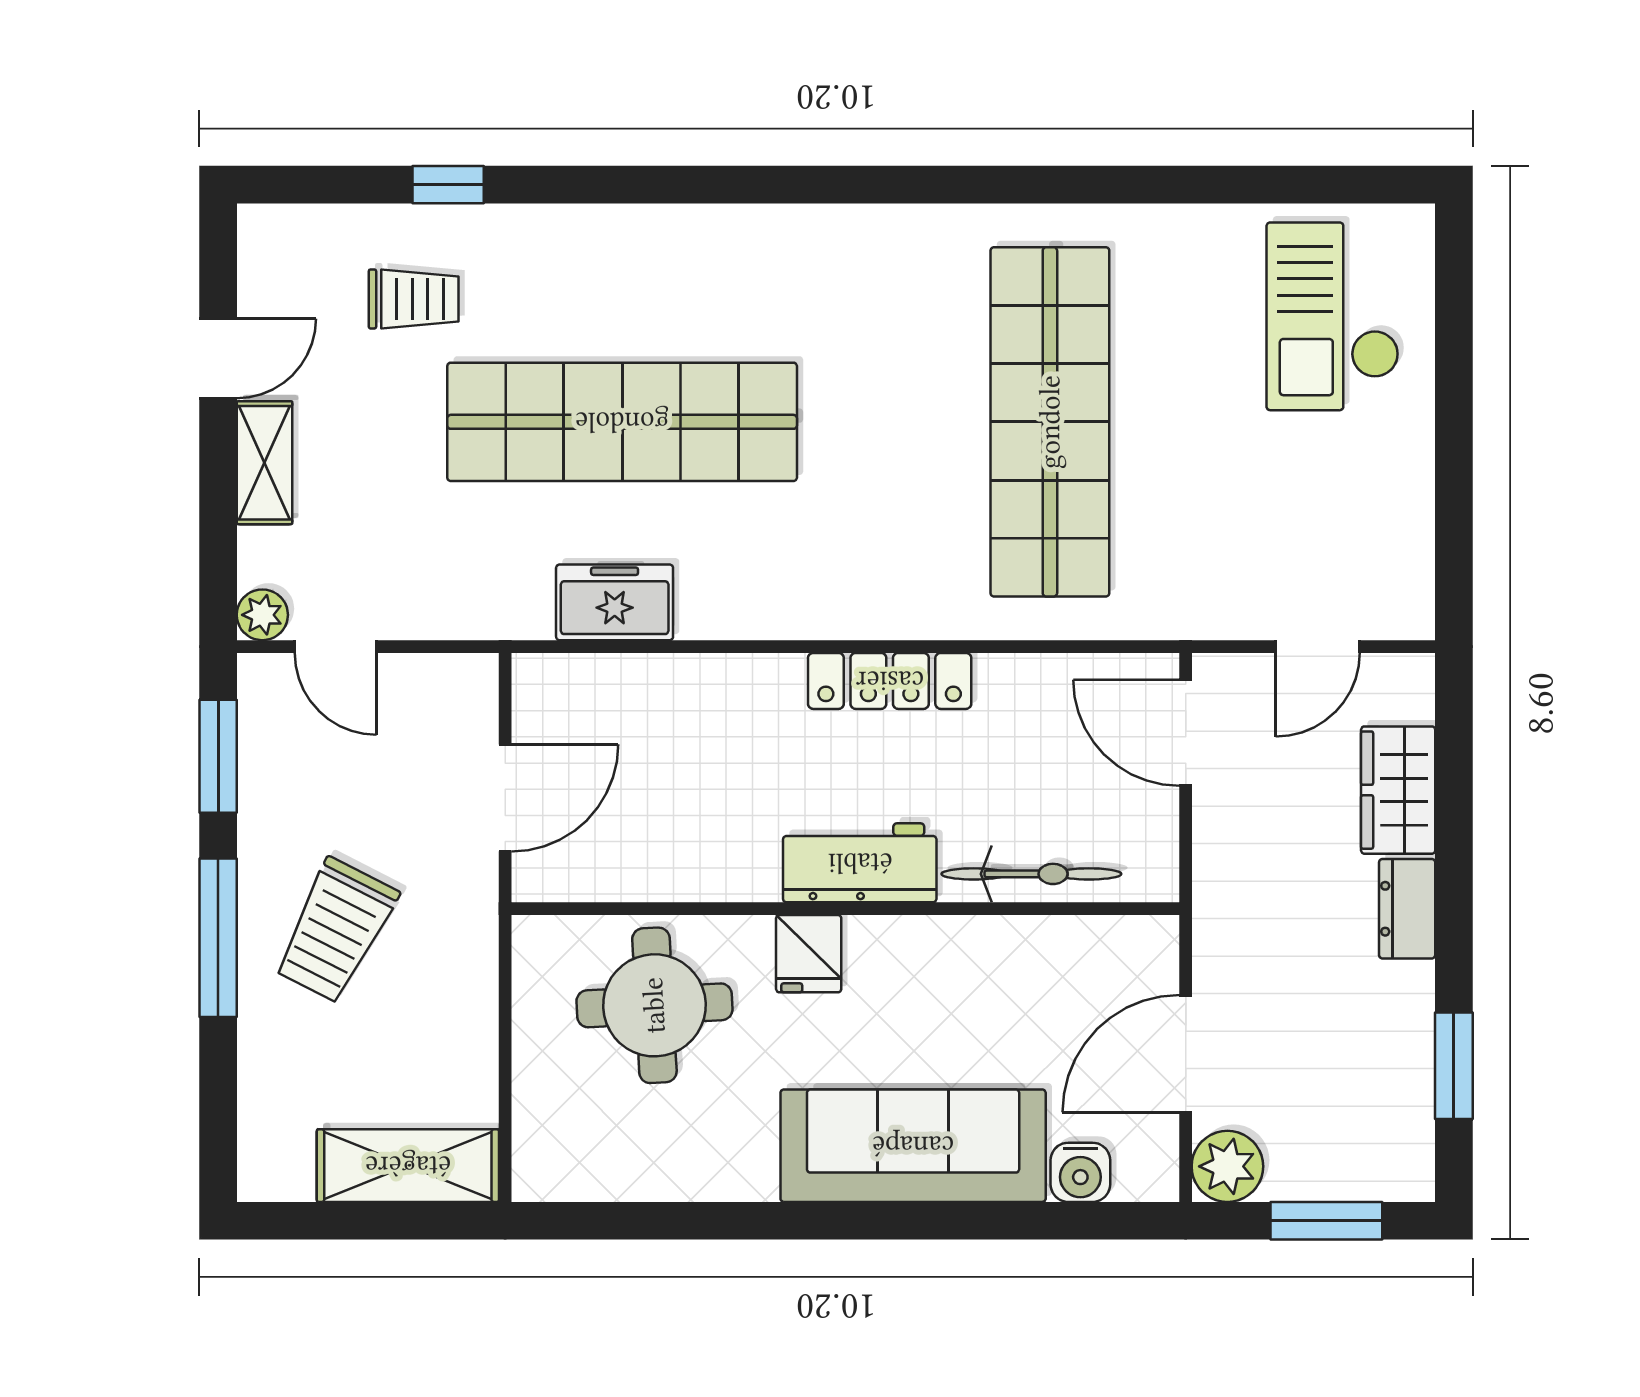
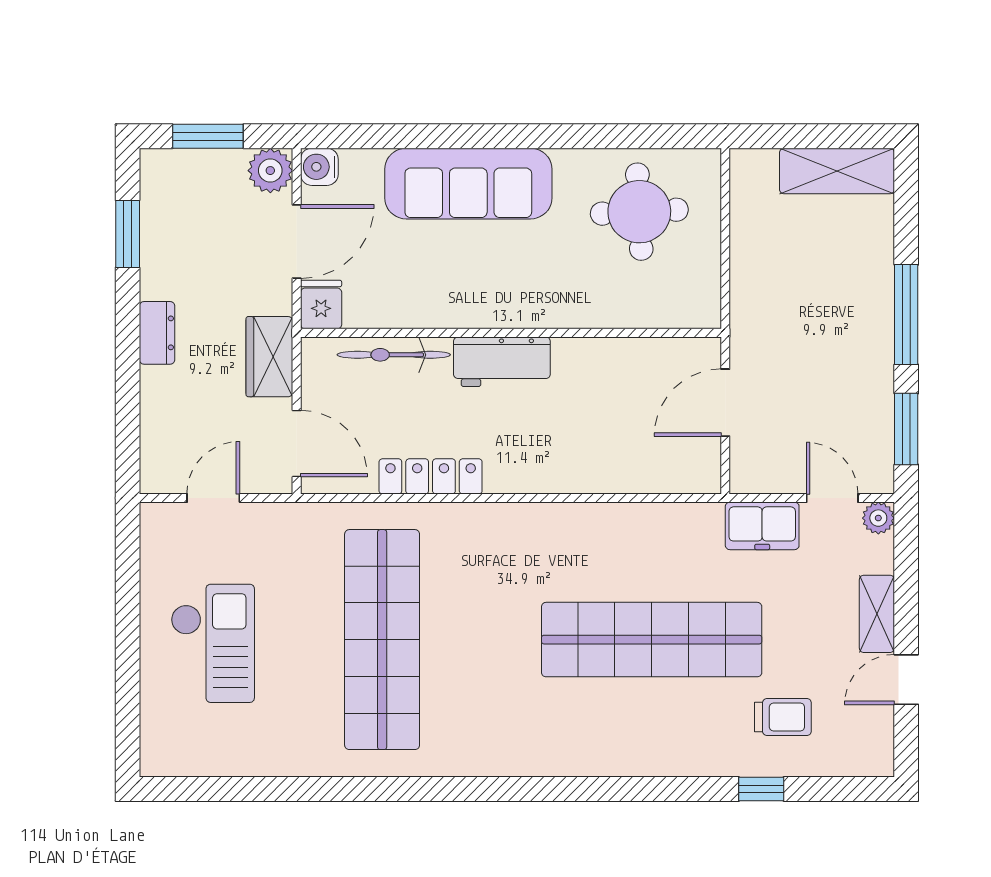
trolley: (414, 299) -> (783, 717), turned 180
checkout: (1333, 316) -> (213, 643), moved
freezer: (615, 602) -> (762, 526), moved
locker: (890, 681) -> (431, 476), moved
wardrobe: (1398, 790) -> (269, 357), moved, turned 180
trolley: (336, 931) -> (832, 319), removed
fridge: (809, 954) -> (321, 305), moved
round table: (654, 1005) -> (639, 212), moved
shelving: (408, 1166) -> (837, 171), moved
water cooler: (1080, 1172) -> (319, 167), moved, turned -90

